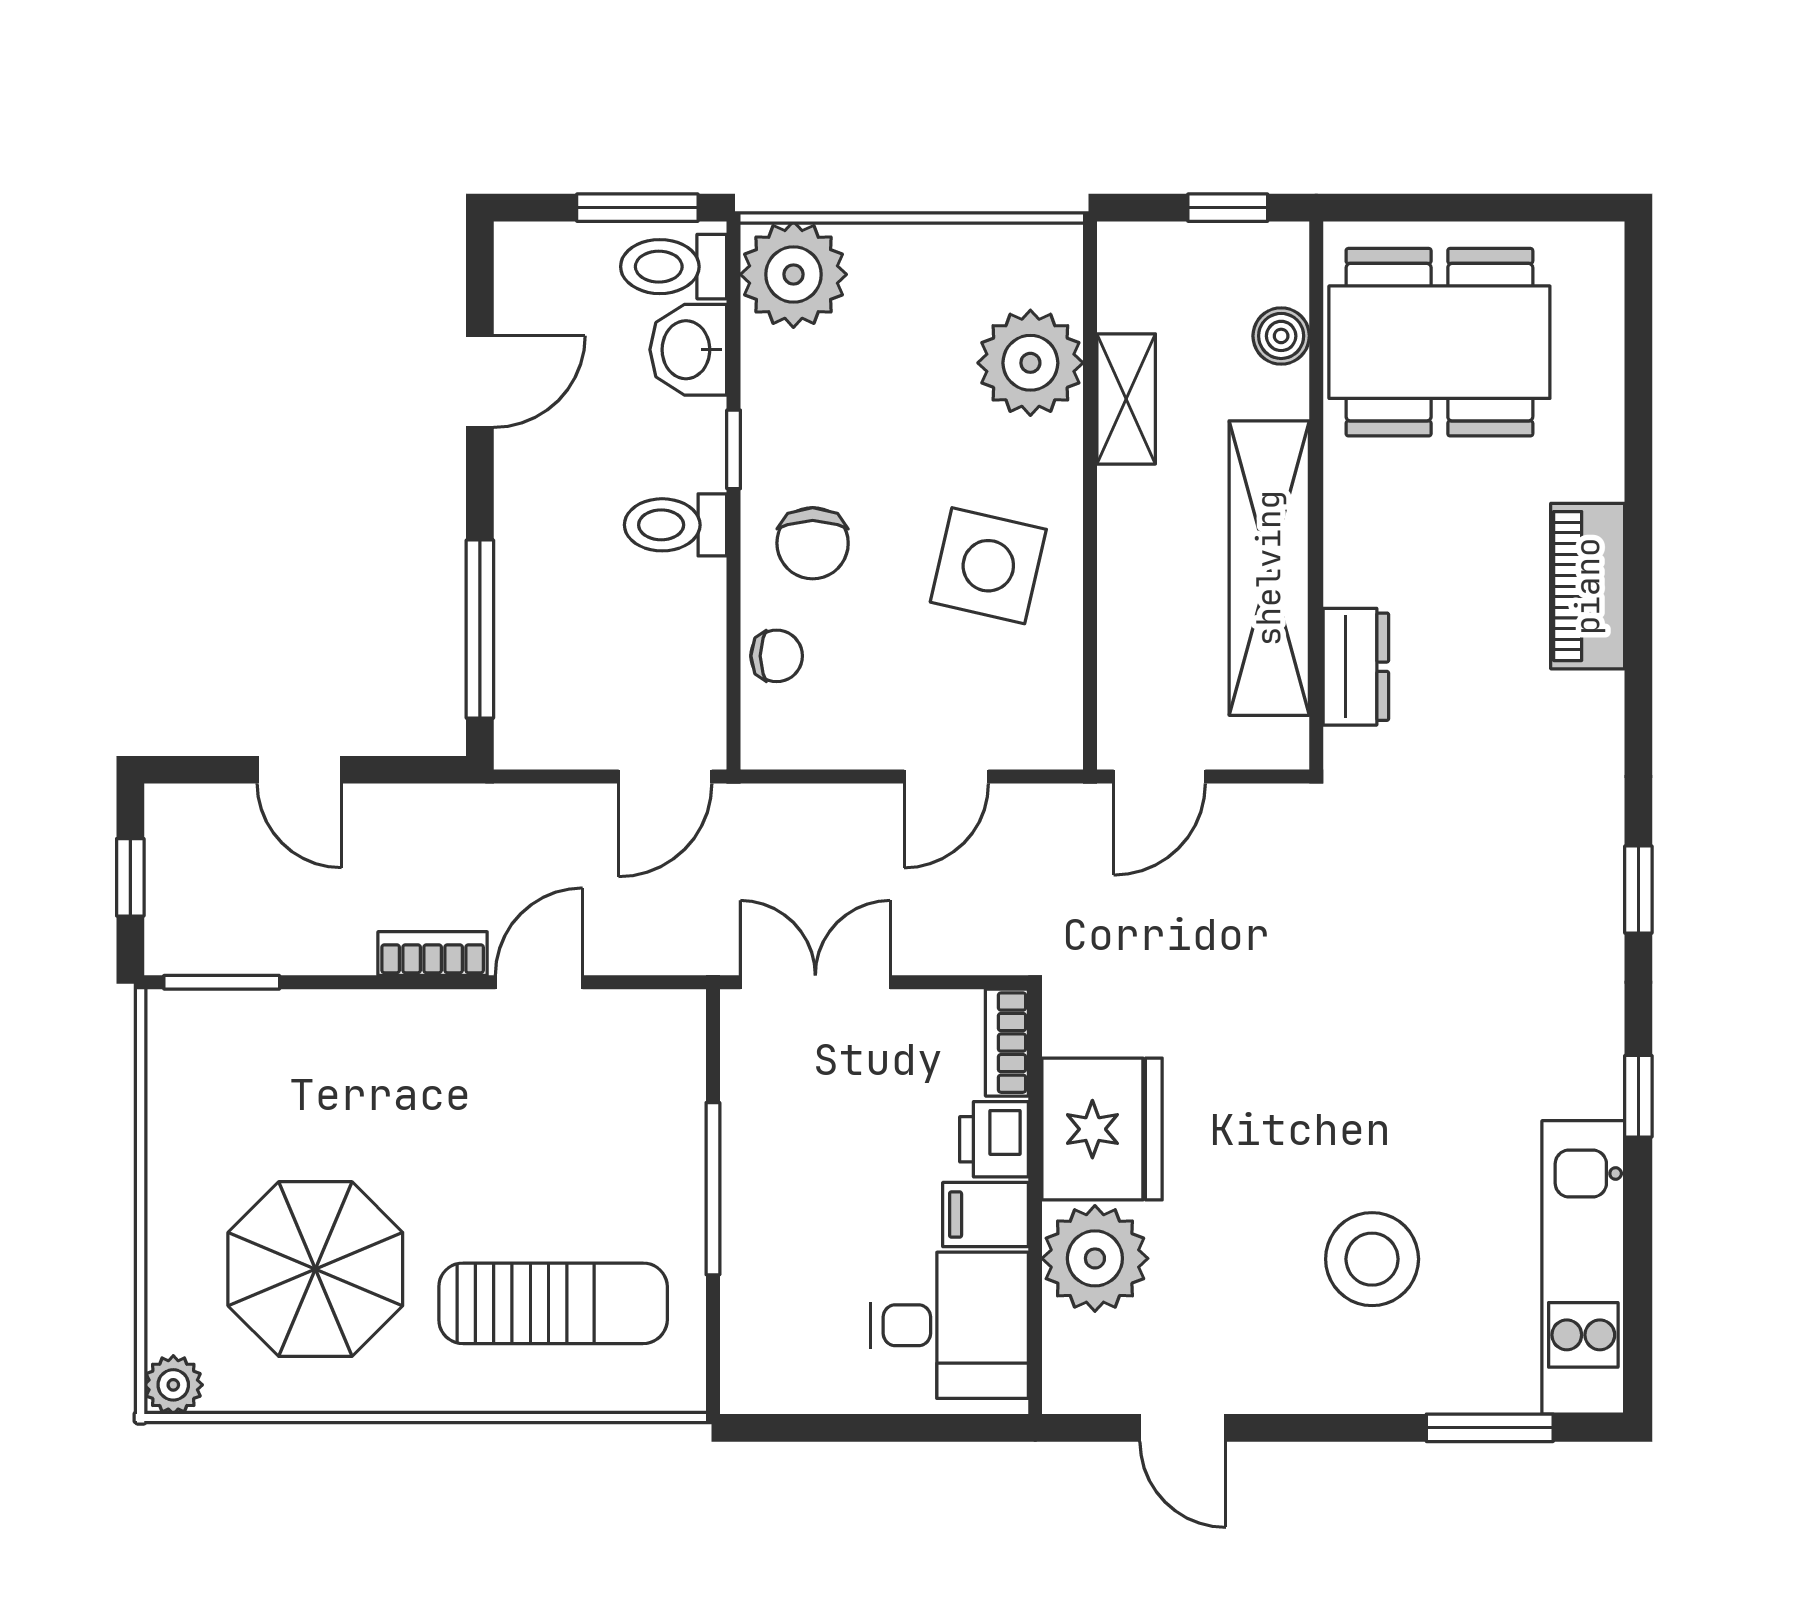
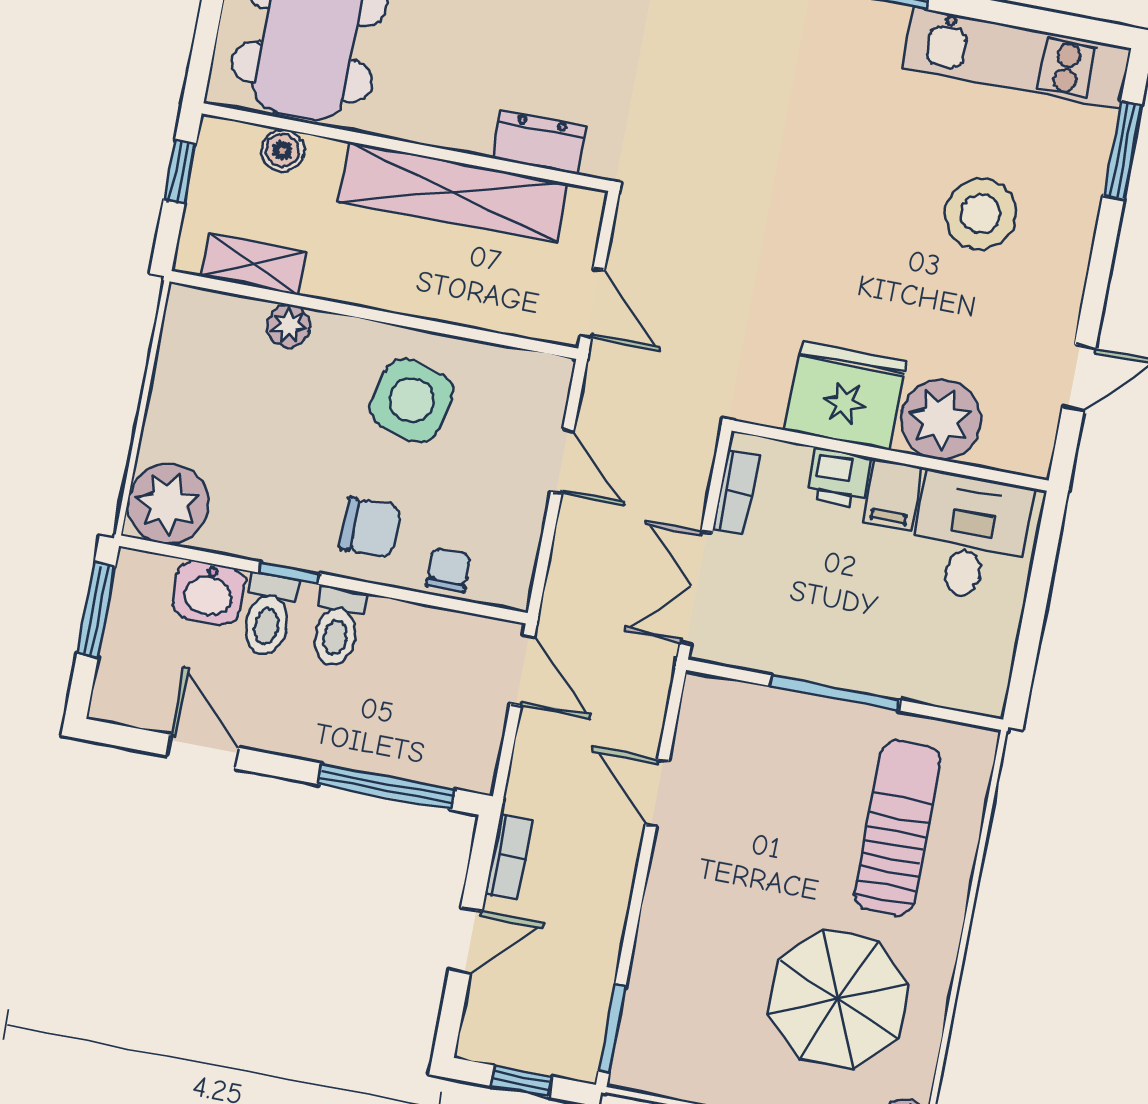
toilet: (674, 267) -> (268, 615), moved
plant: (1030, 363) -> (289, 326), width x0.53, depth x0.53
shelving: (1126, 399) -> (254, 264), moved
bookcase: (433, 954) -> (509, 857), moved, turned 180
bookcase: (1007, 1043) -> (736, 492), moved, turned -90

